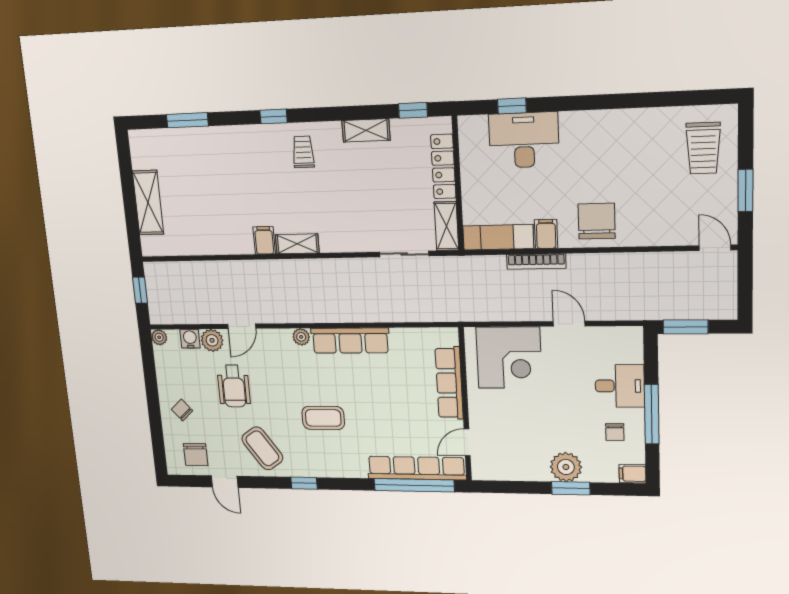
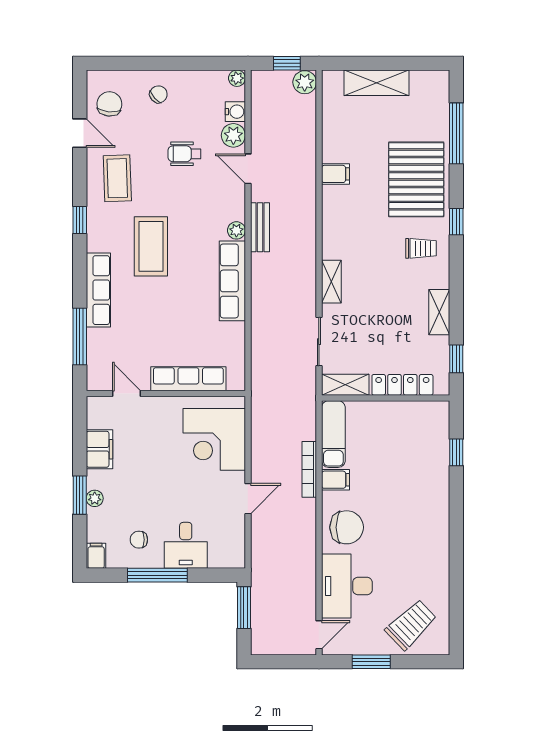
window: (187, 120) -> (456, 133), width x1.44
desk: (524, 140) -> (347, 586), moved, turned 180
trolley: (703, 148) -> (411, 625), turned 136
pallet: (236, 160) -> (416, 179), added
filing cabinet: (264, 240) -> (335, 174), moved
shelving: (297, 244) -> (331, 282), moved
plant: (156, 273) -> (305, 82), added
bench: (296, 314) -> (260, 227), added
wheelchair: (234, 386) -> (185, 154), width x0.73, depth x0.73
coffee table: (323, 418) -> (151, 246), width x1.36, depth x1.32
coffee table: (262, 448) -> (117, 178), turned -57
chair: (196, 455) -> (109, 104), turned 96
plant: (566, 467) -> (95, 498), width x0.53, depth x0.53
row of seats: (416, 468) -> (98, 290), moved, width x0.73
filing cabinet: (524, 469) -> (99, 449), added
door: (225, 482) -> (80, 133), swing flipped
window: (414, 485) -> (80, 337), width x0.68

